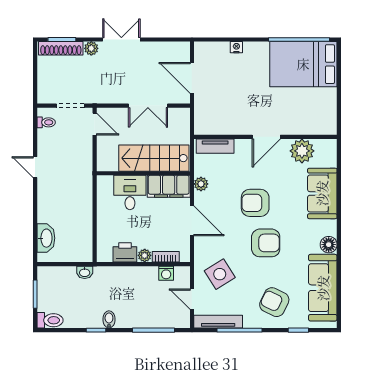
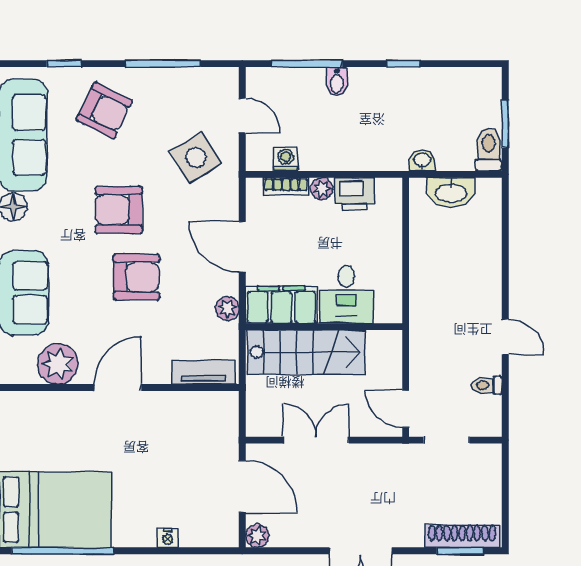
plant: (91, 48) -> (257, 536), moved
toilet: (46, 122) -> (487, 385), moved
washbasin: (46, 238) -> (451, 192), moved, turned -90
bidet: (109, 319) -> (337, 82), moved
toilet: (50, 320) -> (489, 149), moved, turned 90
tv unit: (218, 322) -> (198, 78), removed

